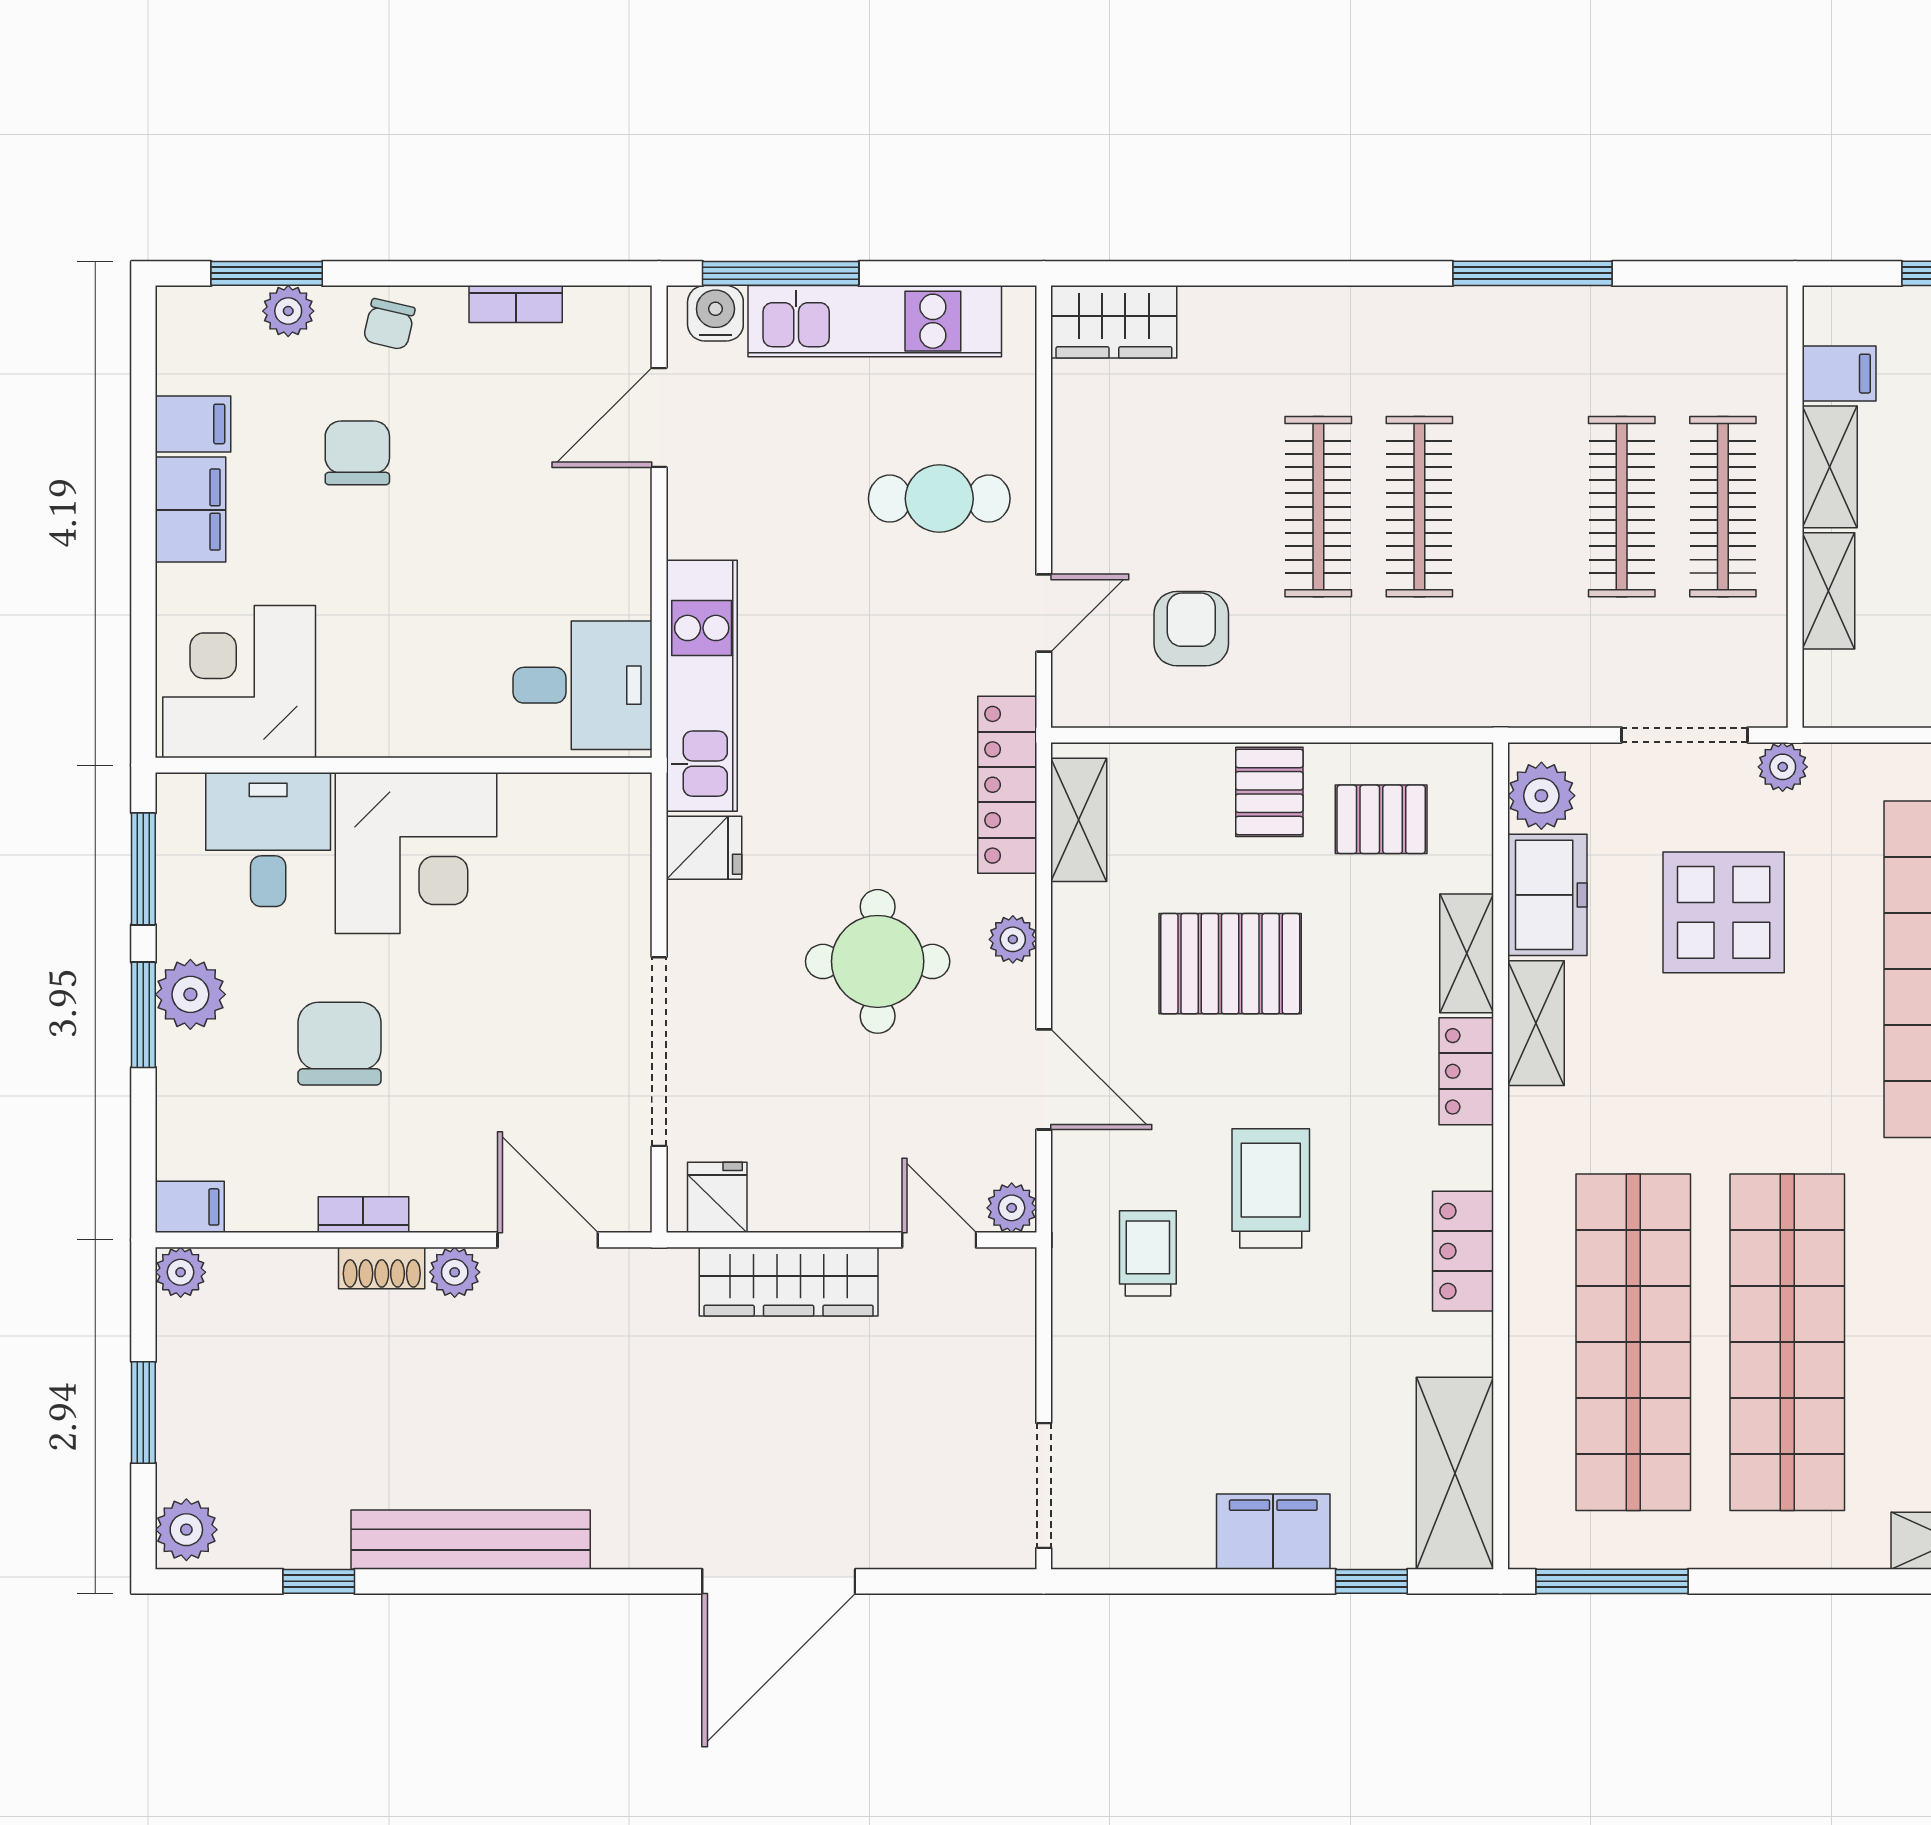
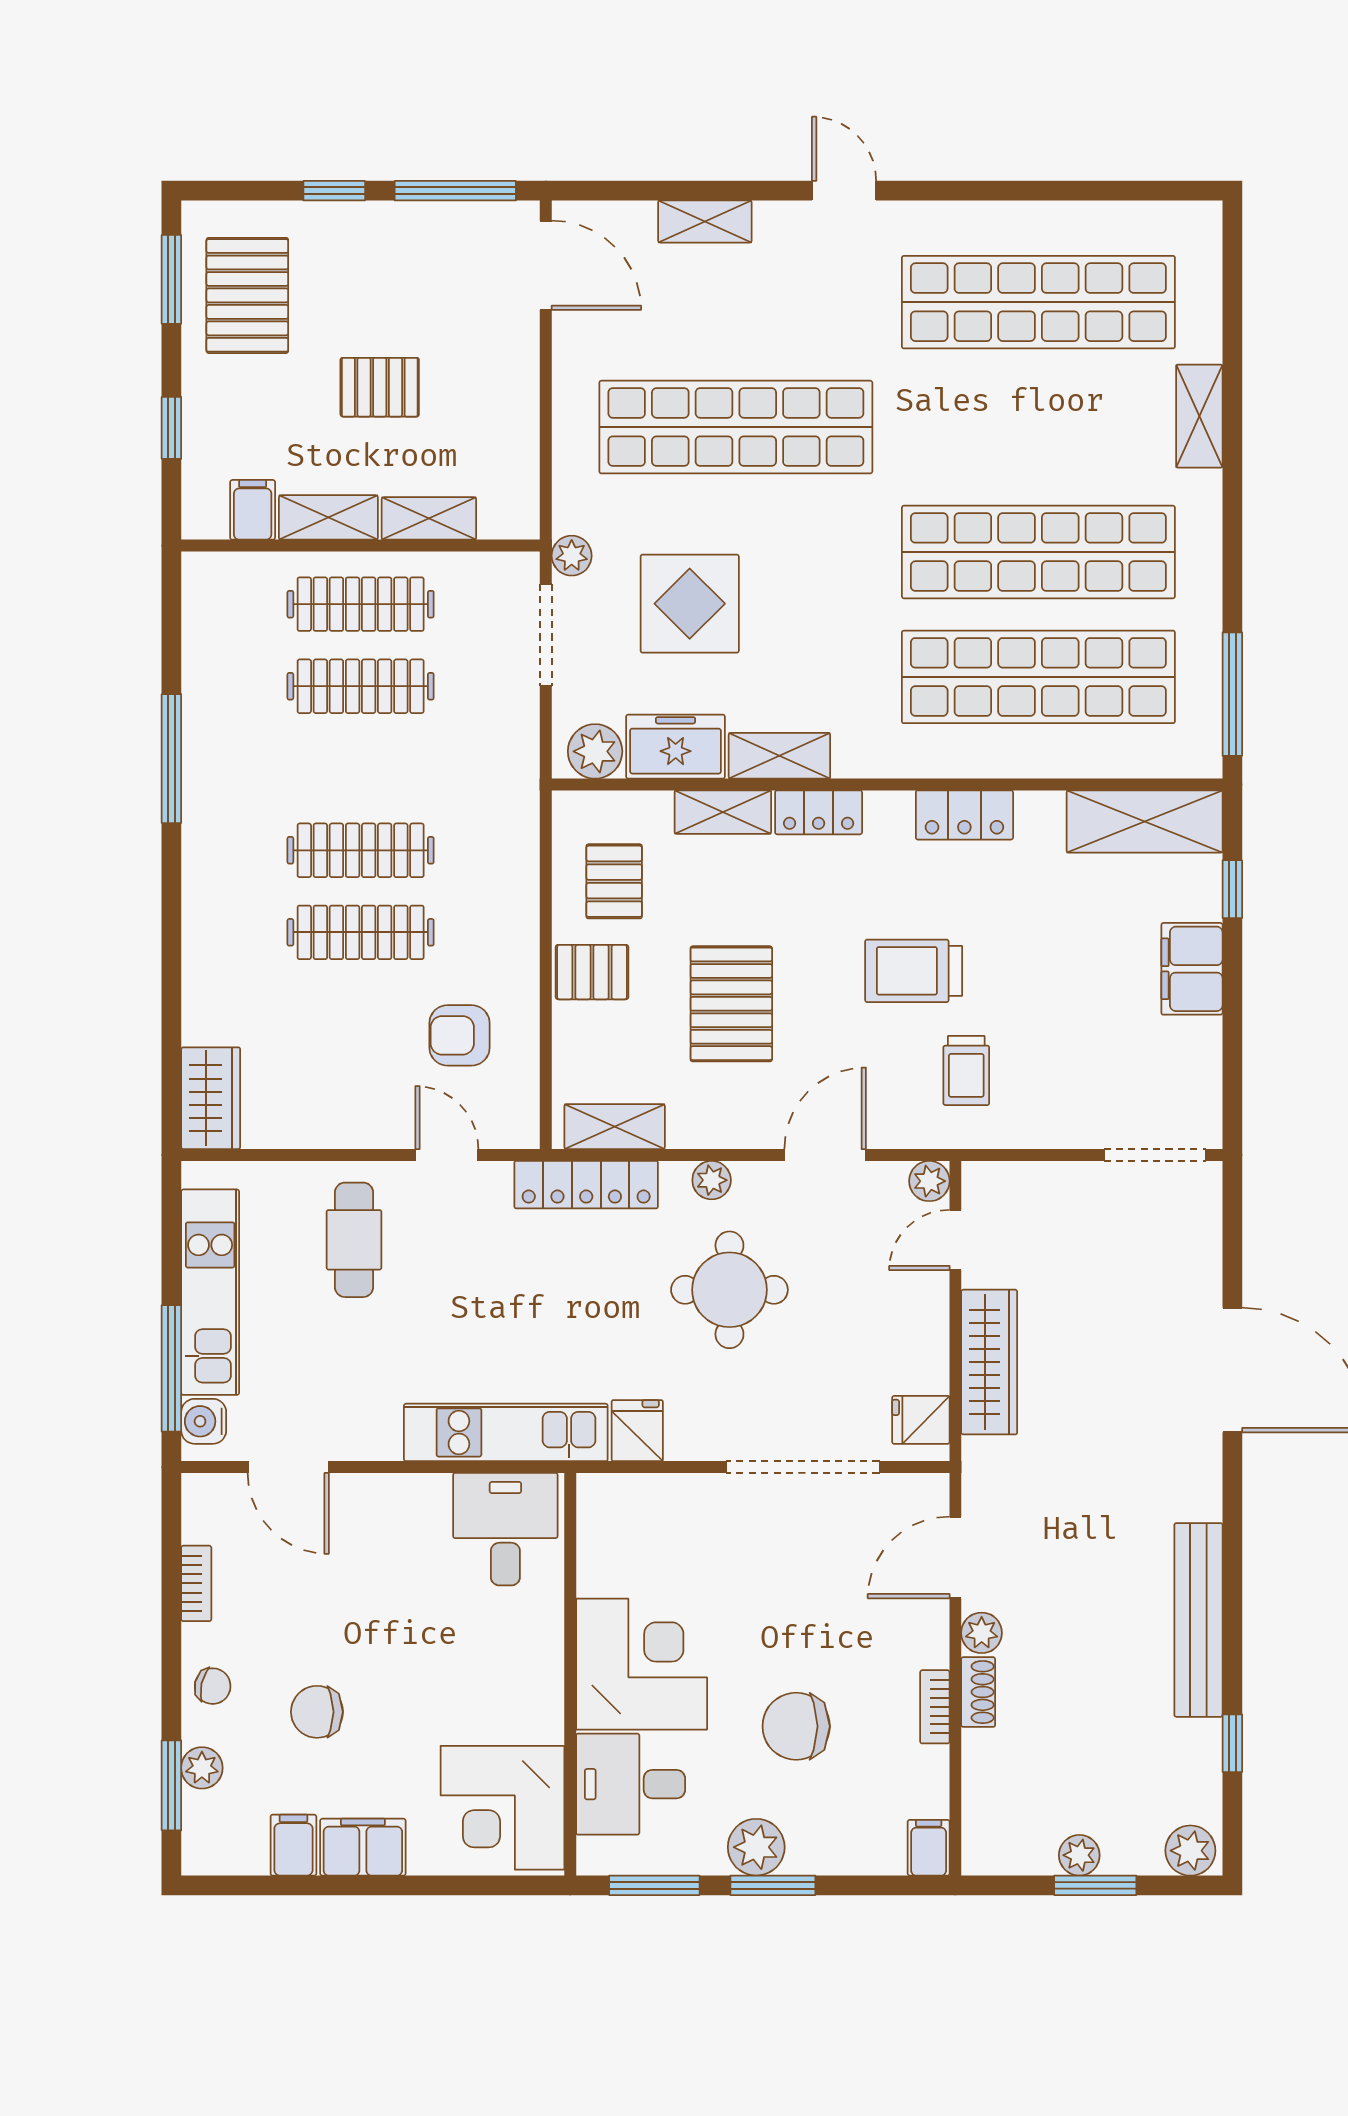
trolley: (1148, 1253) -> (966, 1071), turned -90
plant: (181, 1272) -> (1079, 1855), moved

